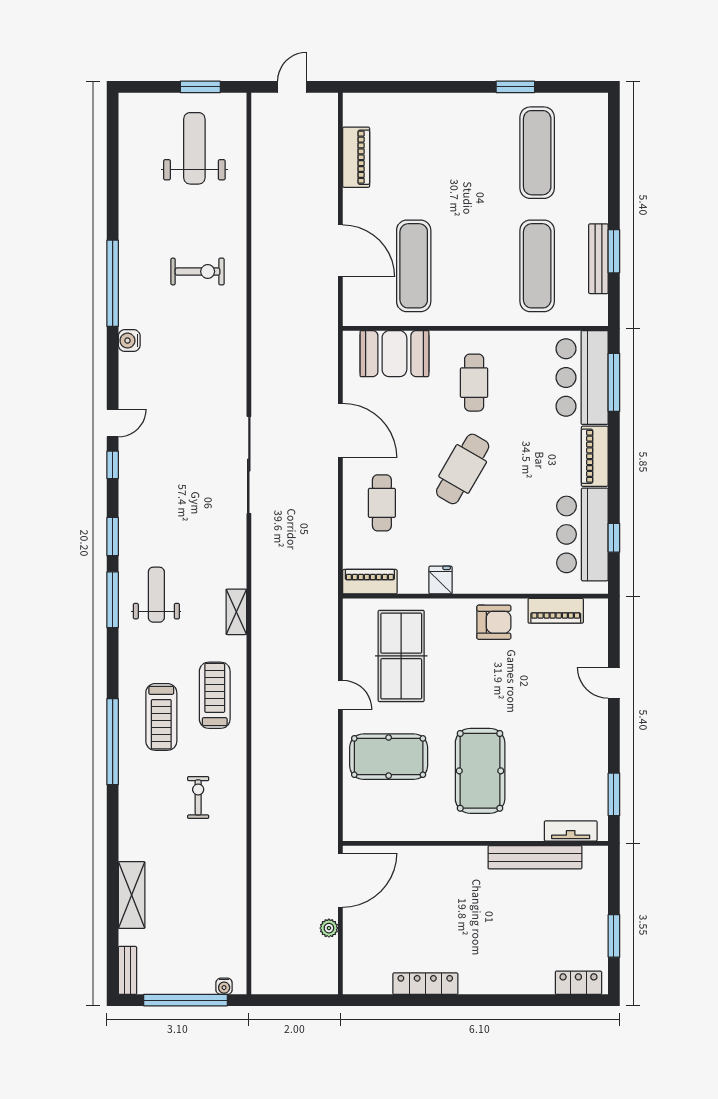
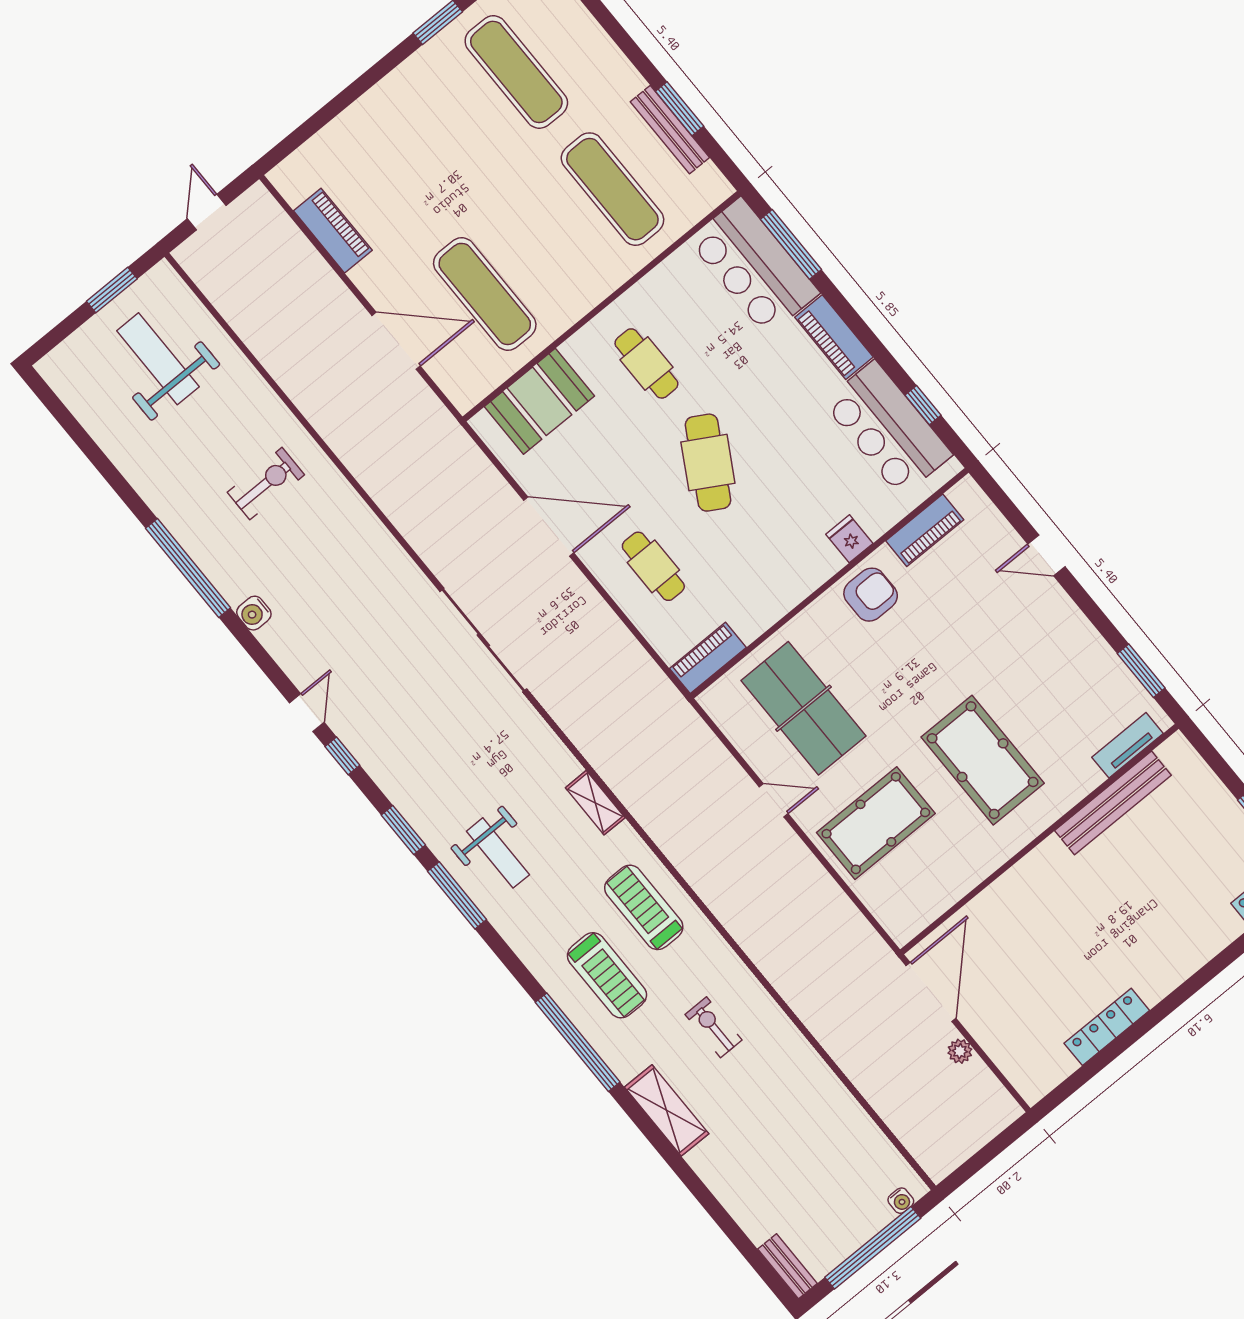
fridge: (441, 580) -> (849, 539), moved
weight bench: (156, 595) -> (498, 853), turned 180
shelving: (132, 895) -> (667, 1110), moved

